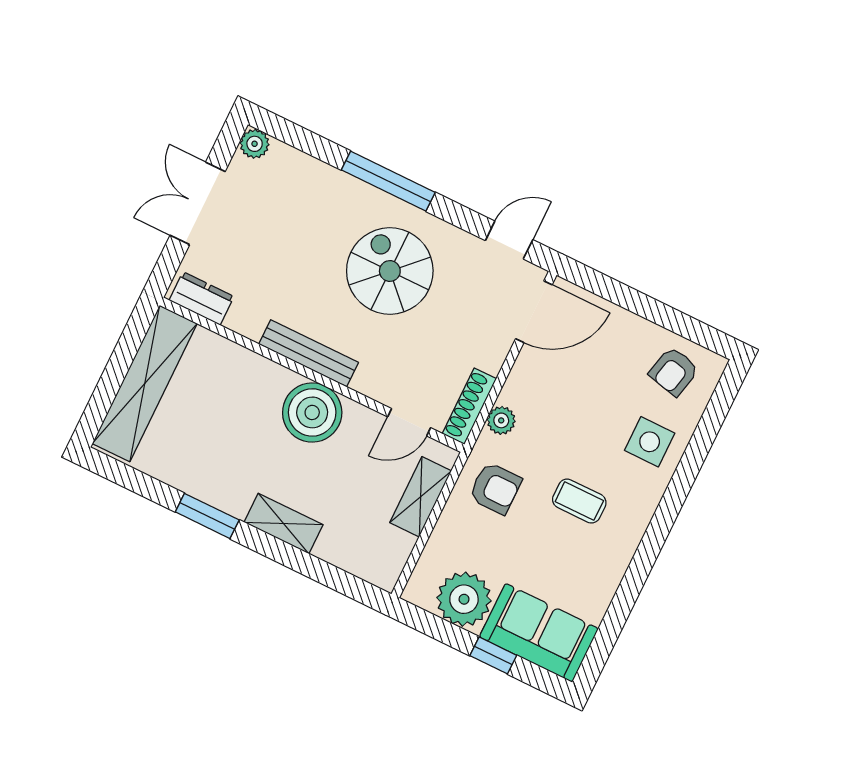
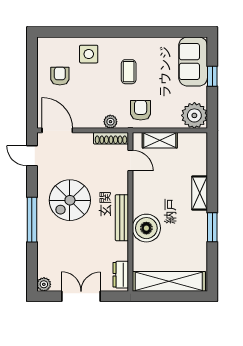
double door: (198, 203) -> (81, 296), swing flipped
armchair: (674, 371) -> (60, 76), moved, turned -103
boiler: (312, 412) -> (146, 228), moved
plant: (464, 599) -> (194, 115), moved

